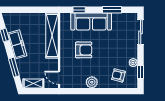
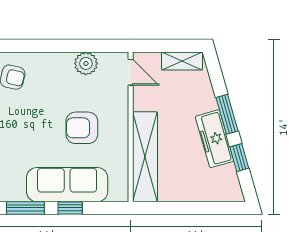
window: (79, 10) -> (70, 208), moved
window: (14, 67) -> (227, 114), moved
plant: (92, 82) -> (86, 63), moved

